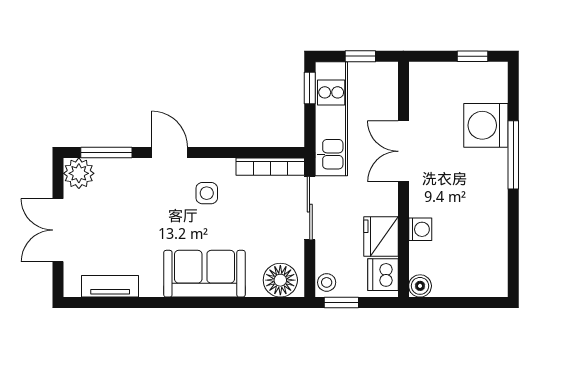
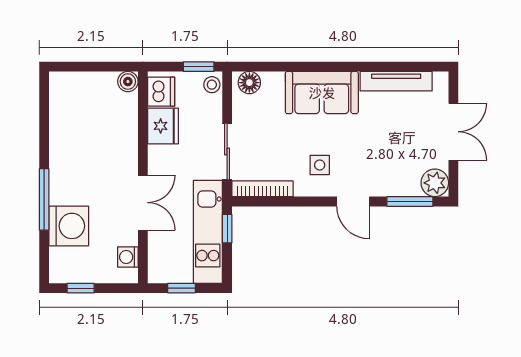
window: (310, 88) -> (227, 229), moved
washing machine: (420, 229) -> (128, 257), moved
floor lamp: (280, 280) -> (249, 83), width x0.73, depth x0.73
tv unit: (110, 286) -> (396, 81), width x1.41

